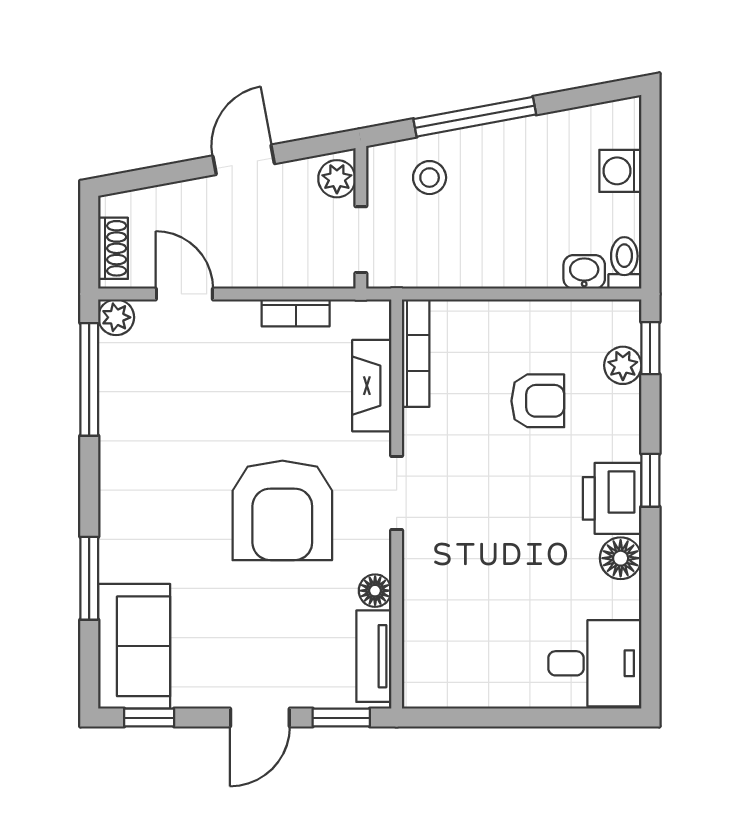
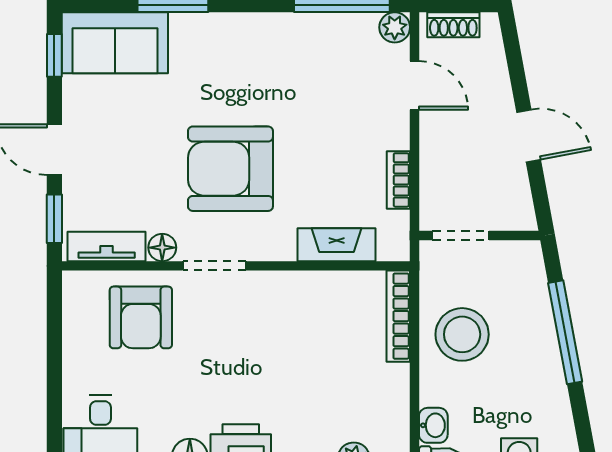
stool: (430, 178) -> (462, 334), moved, width x1.89, depth x1.89
plant: (337, 179) -> (513, 215), removed
door: (184, 294) -> (414, 85), hinge flipped
bookcase: (416, 353) -> (398, 316), moved, turned 90
armchair: (538, 401) -> (141, 317), moved, width x1.38, depth x1.38
doorway: (397, 493) -> (214, 266), moved

